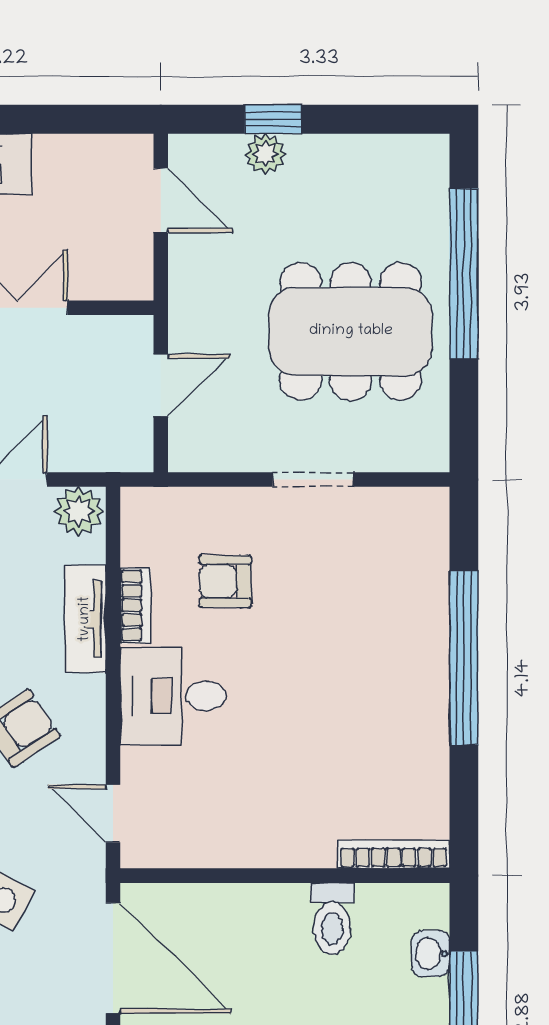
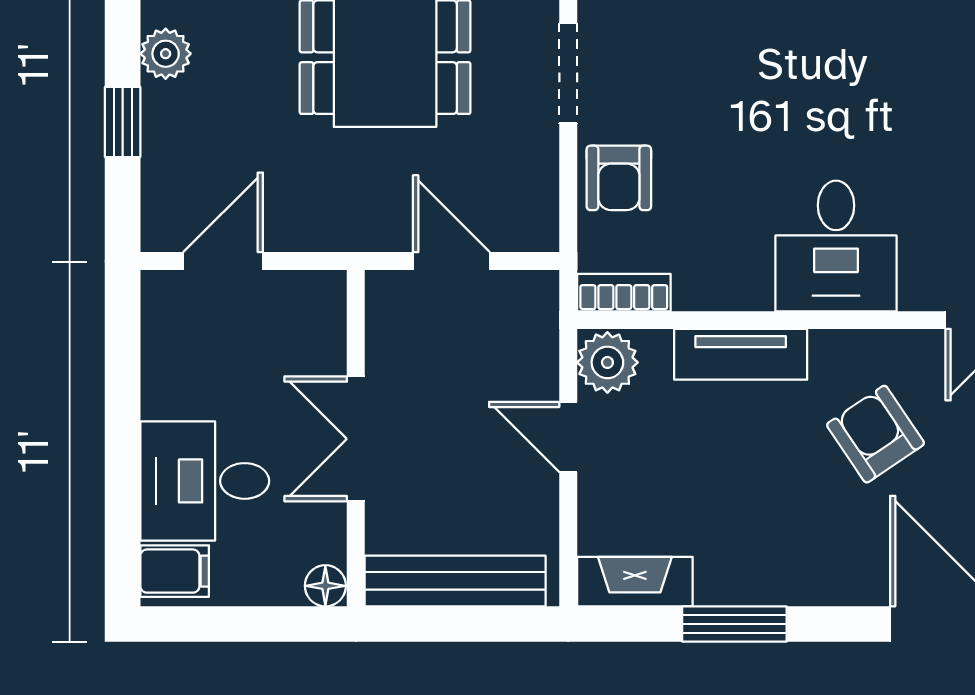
plant: (266, 154) -> (166, 54), moved
armchair: (225, 581) -> (619, 178), moved
bookcase: (135, 605) -> (624, 293), moved

